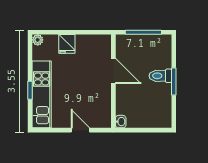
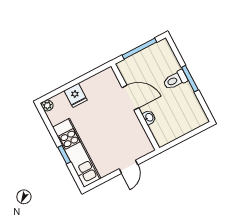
washbasin: (121, 122) -> (149, 117), moved
door: (80, 130) -> (129, 167), swing flipped

